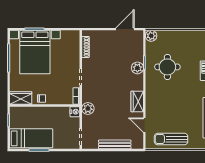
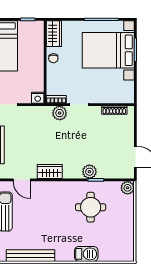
plant: (88, 108) -> (60, 113), moved
door: (144, 125) -> (22, 180), swing flipped

